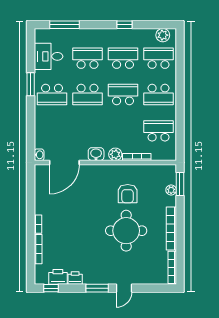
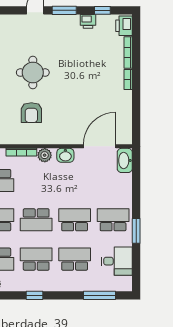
school desk: (88, 58) -> (75, 259), turned 180
school desk: (123, 58) -> (36, 259), turned 180
washbasin: (39, 155) -> (125, 160), width x1.91, depth x1.45
armchair: (128, 194) -> (31, 113), turned 180
round table: (126, 231) -> (33, 73), width x0.73, depth x0.73
printer: (58, 277) -> (124, 26), moved, turned 90
window: (51, 288) -> (102, 10), moved

